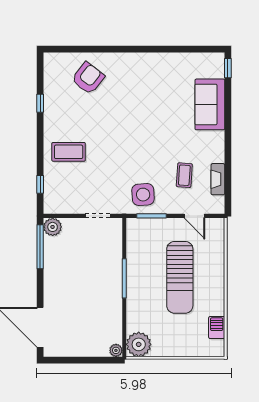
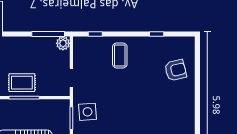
armchair: (88, 78) -> (176, 70), turned -52
rug: (105, 281) -> (22, 83), added

